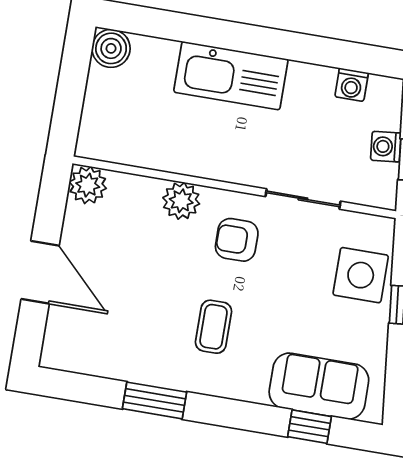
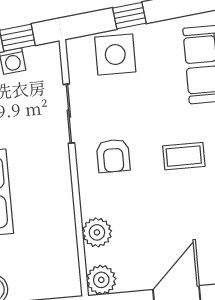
plant: (181, 201) -> (97, 232), moved

